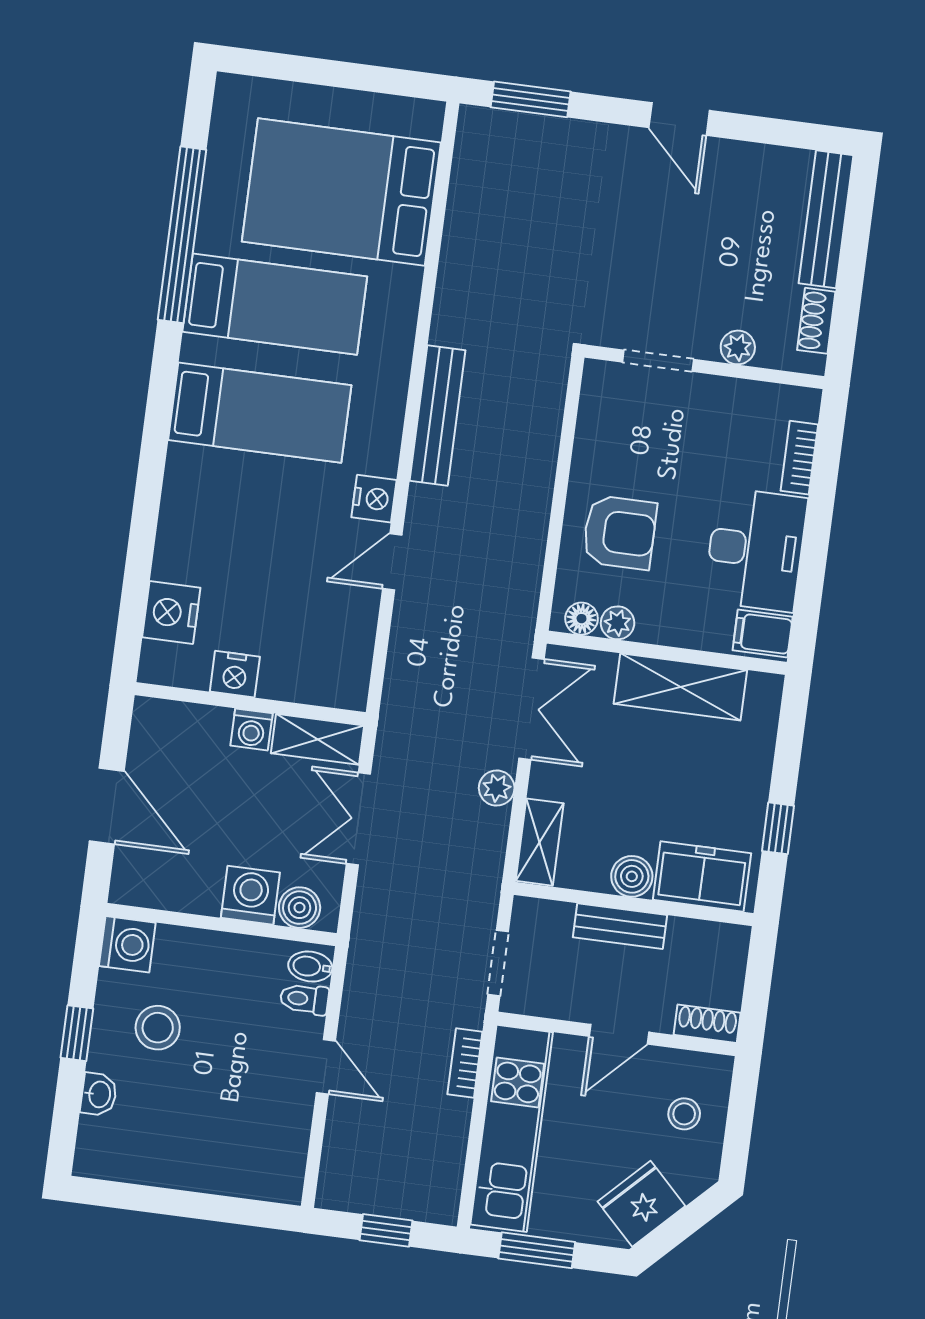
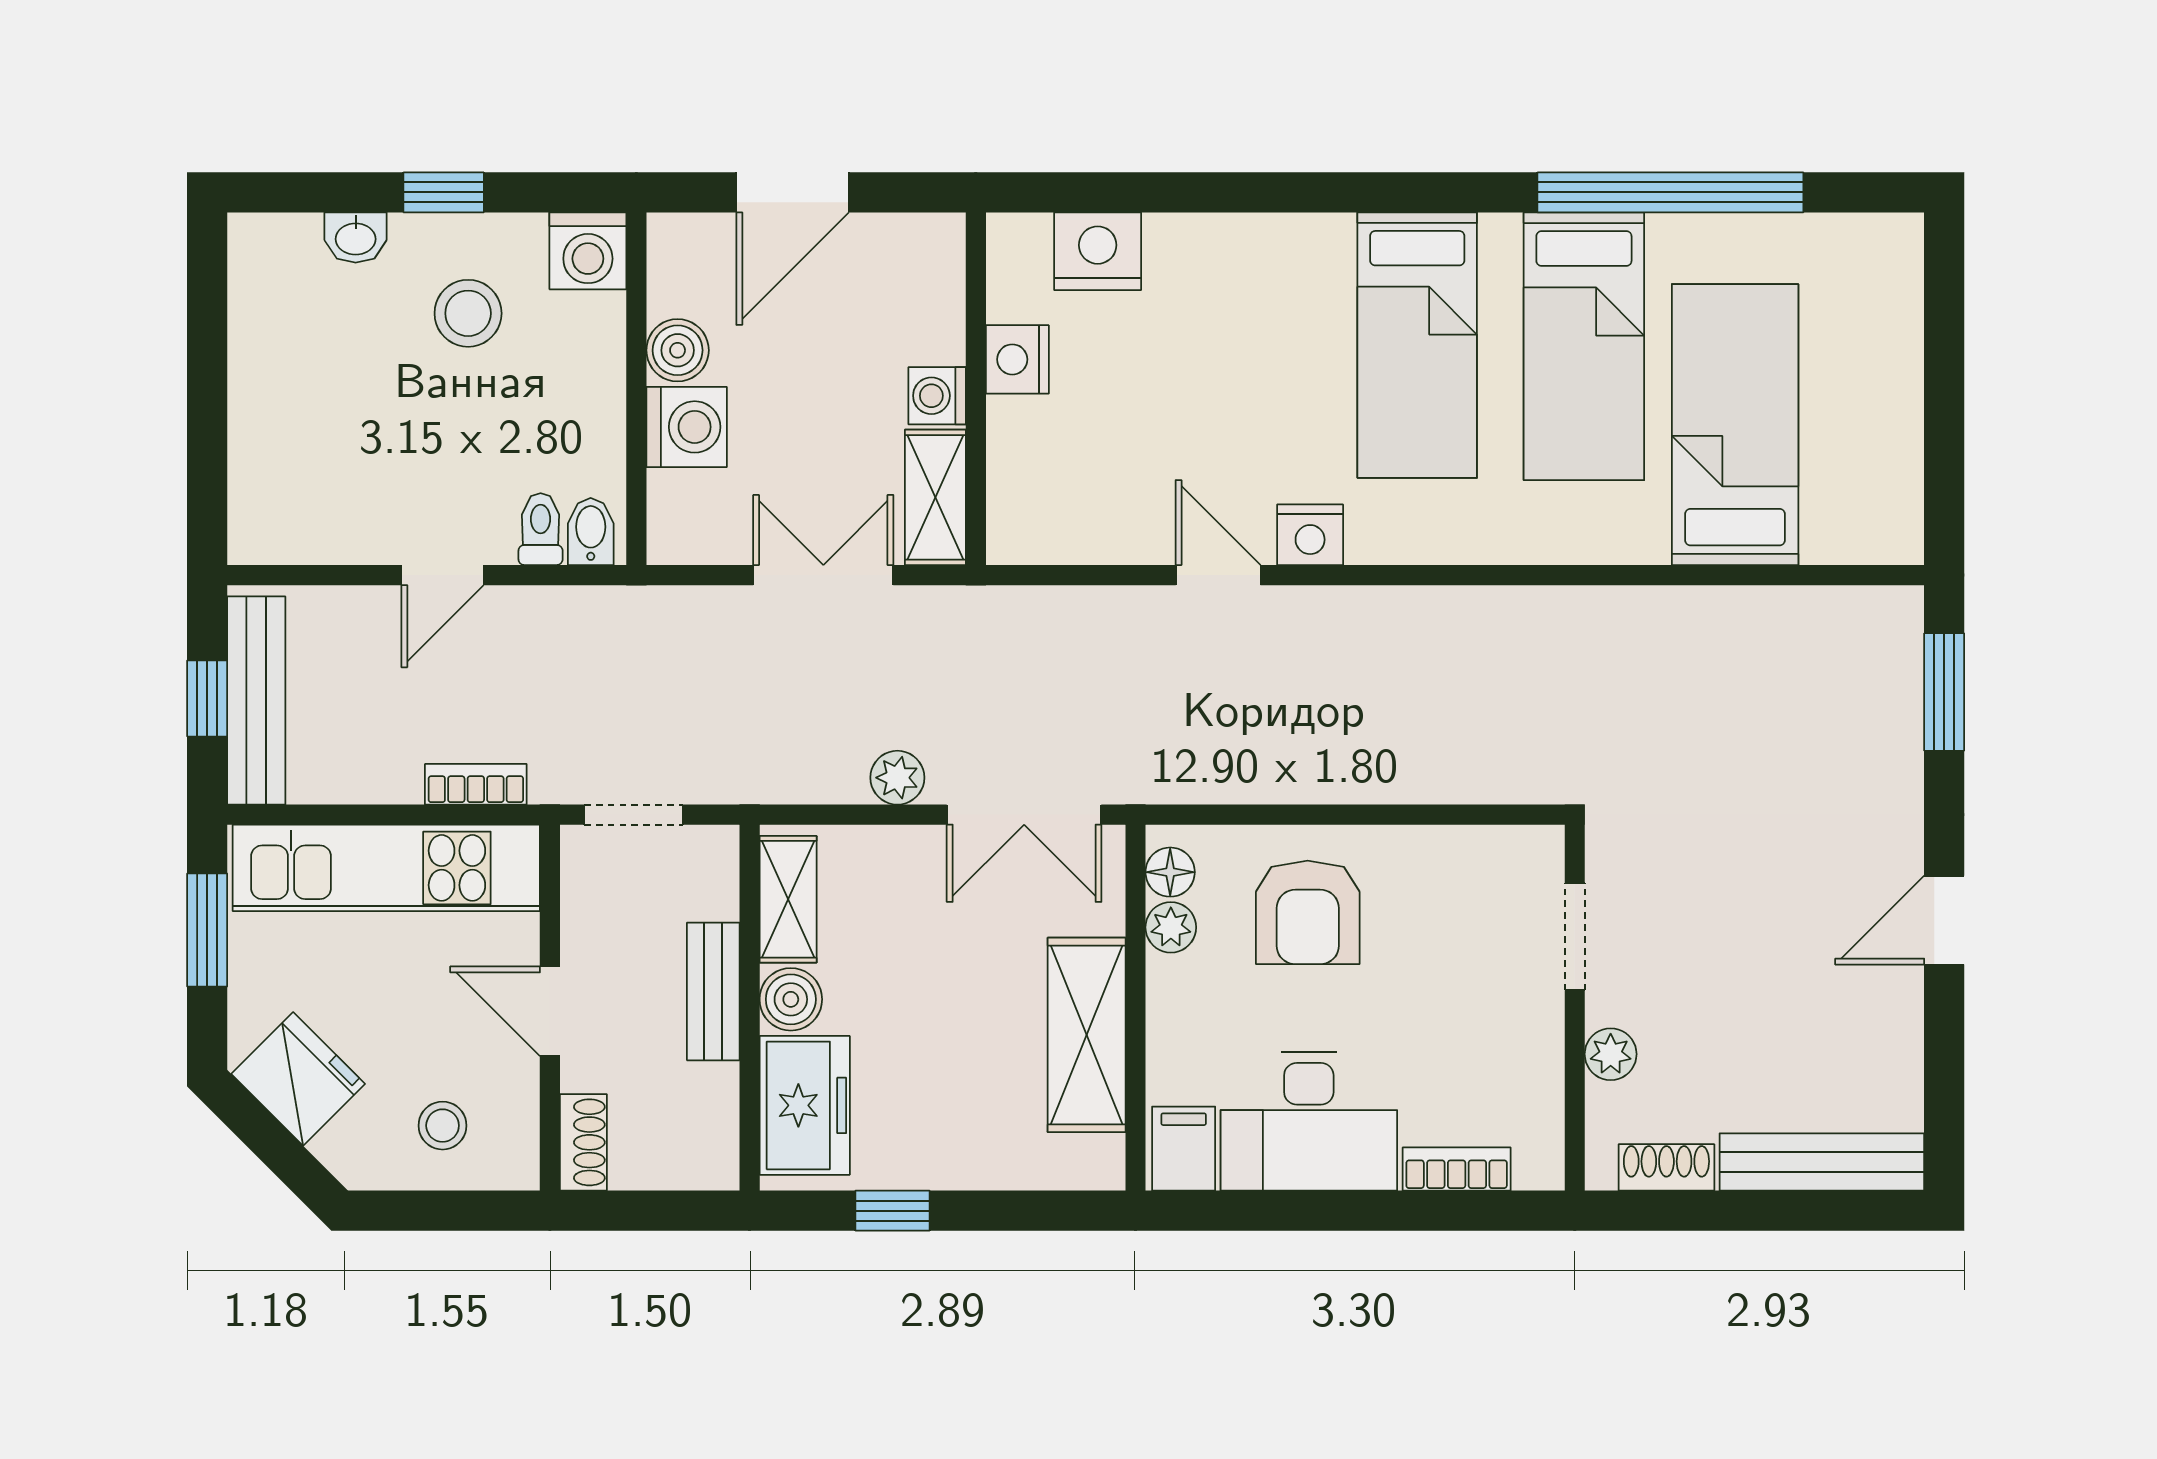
bed: (341, 192) -> (1735, 425), width x0.67
bench: (437, 416) -> (256, 701), moved, turned 90
shelving: (540, 842) -> (788, 899), moved, turned 90
boiler: (300, 908) -> (678, 350), moved

